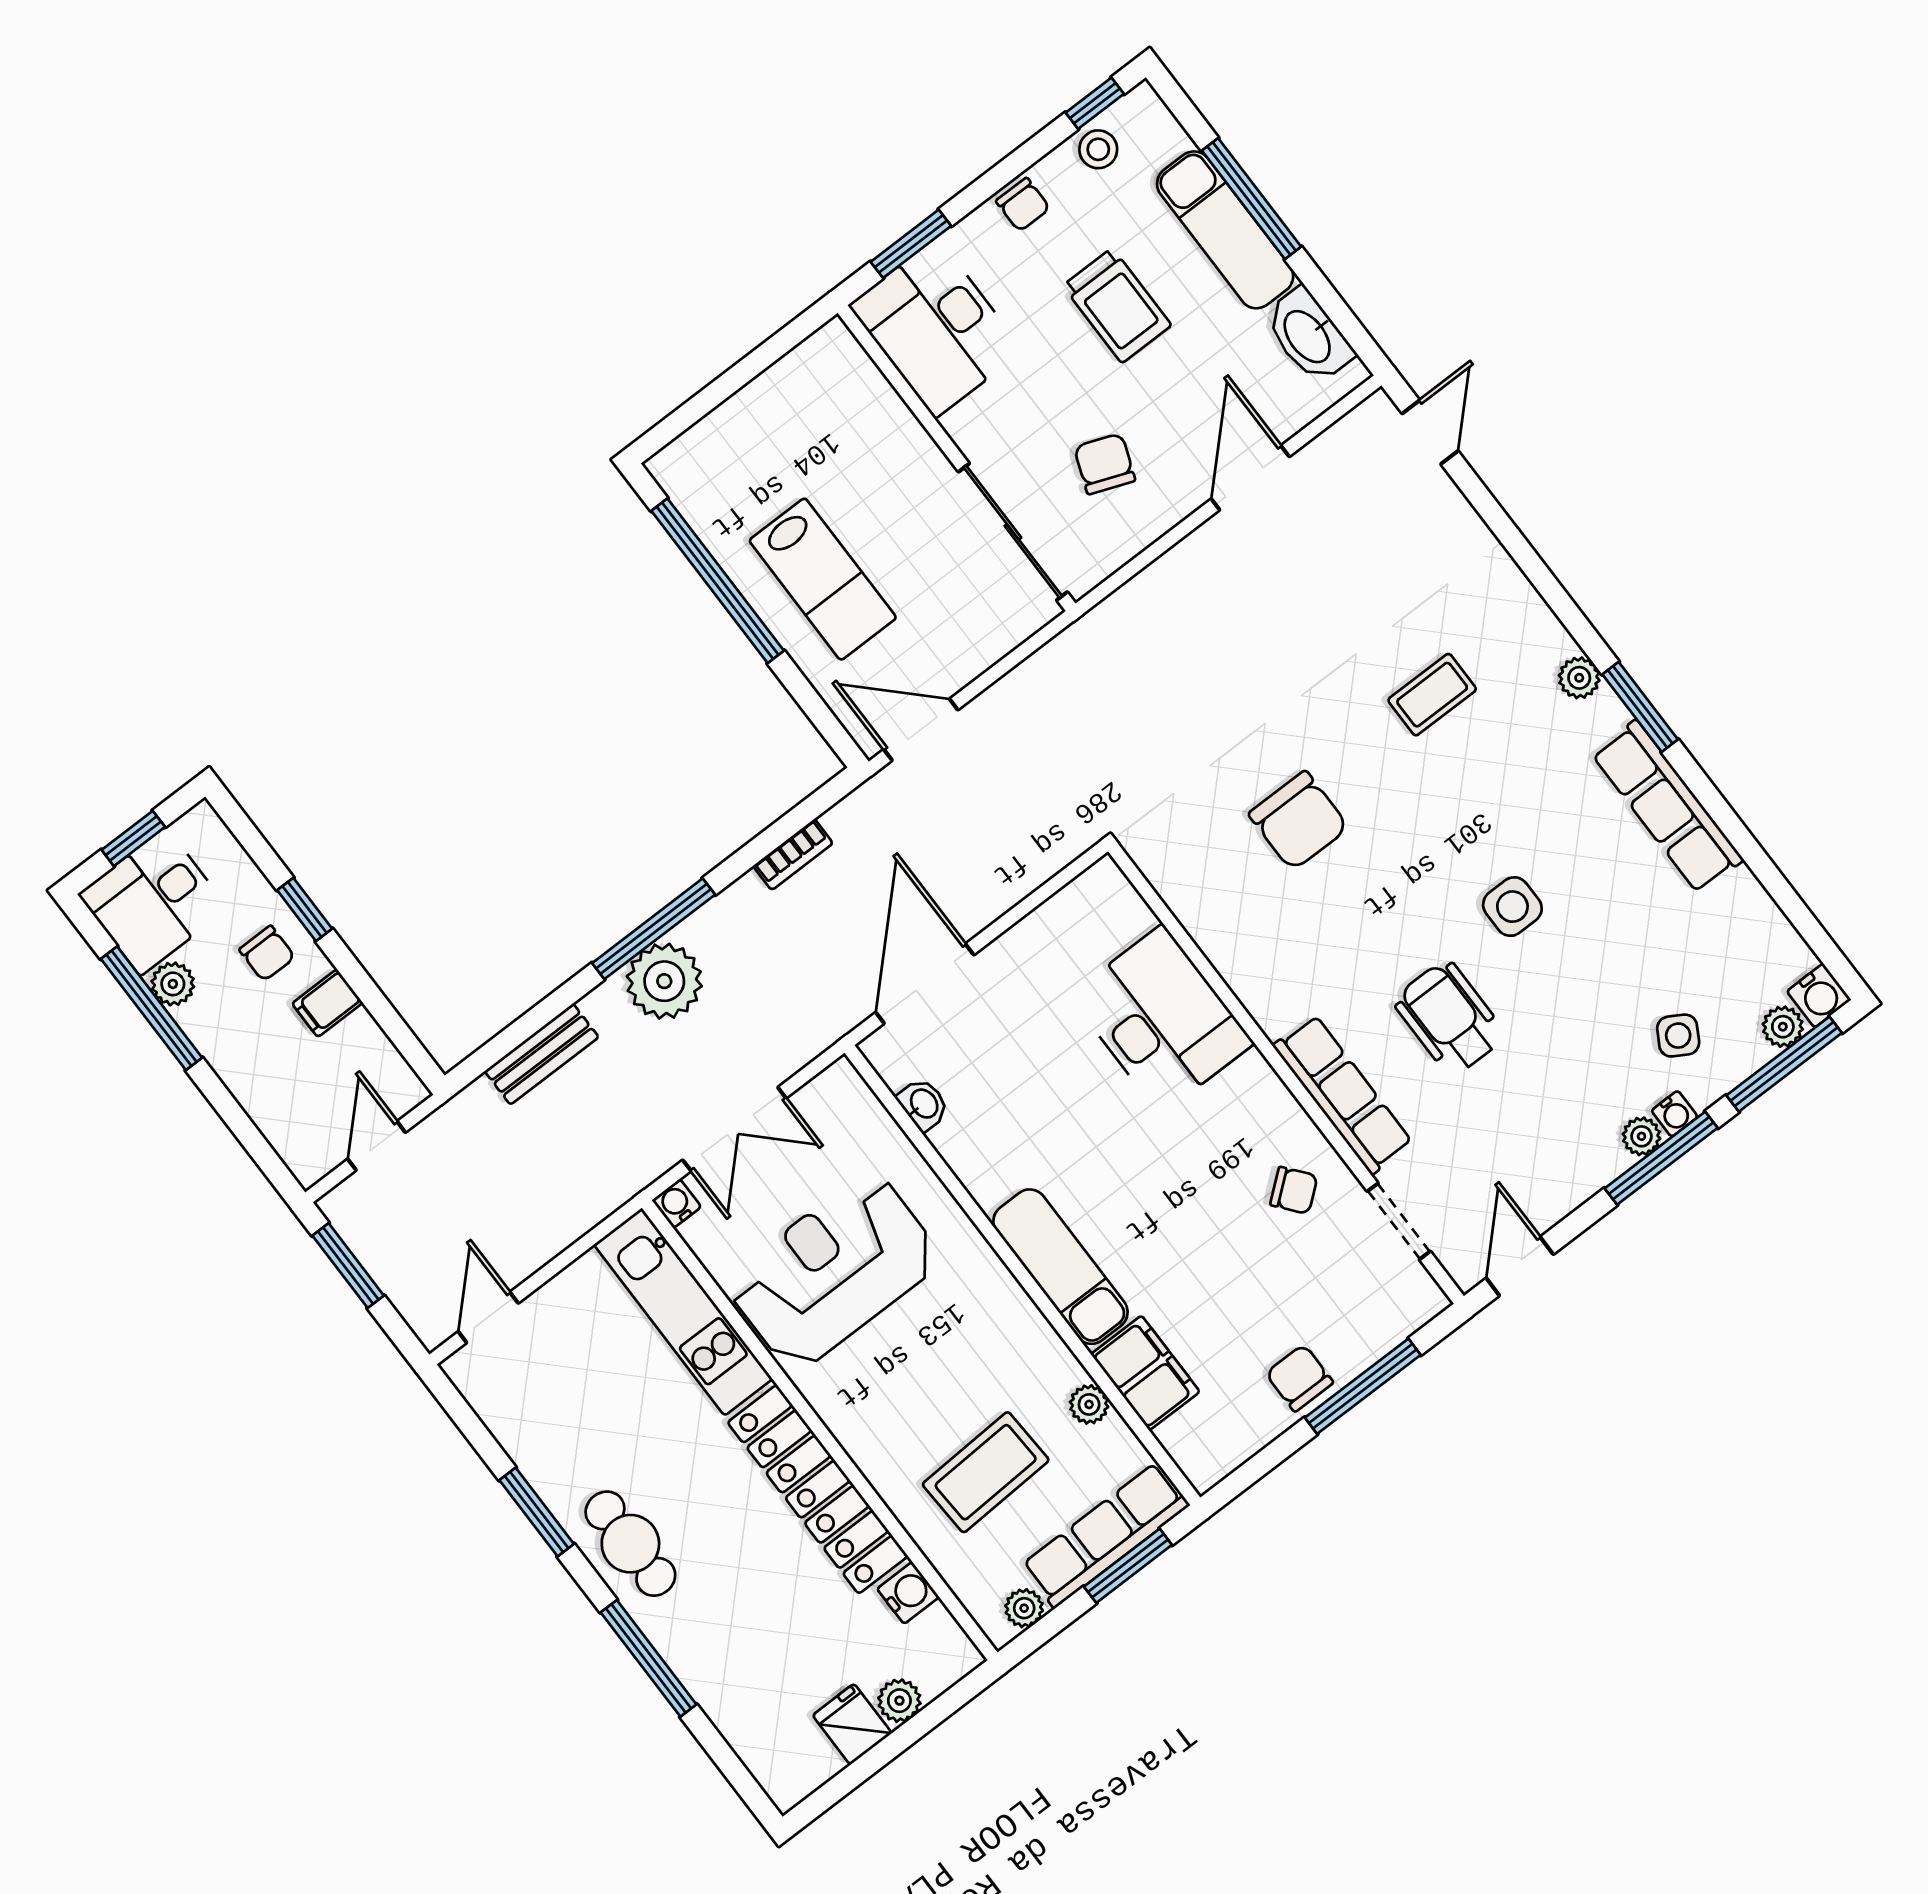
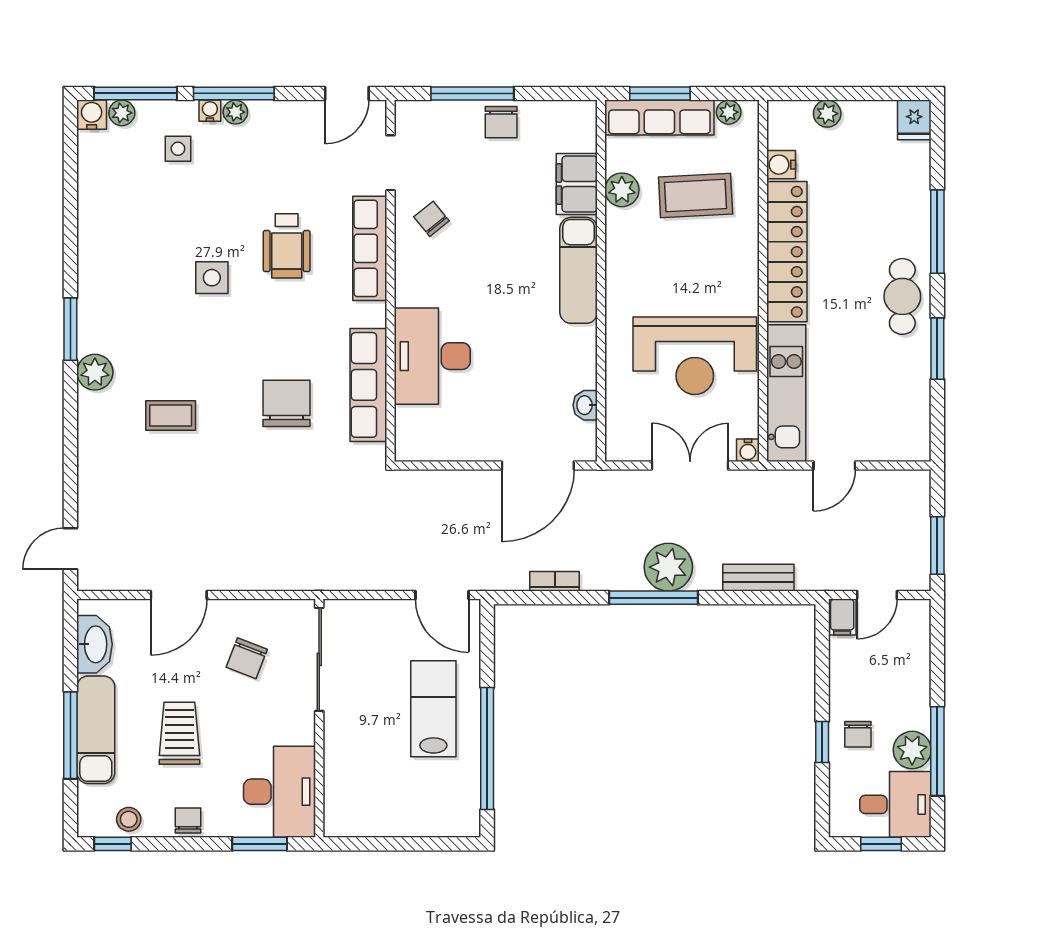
plant: (1579, 678) -> (95, 372), width x1.38, depth x1.38
row of seats: (1667, 807) -> (368, 385), moved, turned 180
chair: (267, 953) -> (858, 734), turned 180
plant: (173, 984) -> (912, 750), width x1.38, depth x1.38
filing cabinet: (327, 1003) -> (842, 617), moved, turned 90
side table: (1678, 1036) -> (178, 149), turned -30
door: (488, 1317) -> (834, 465), moved
plant: (1089, 1404) -> (622, 190), width x1.38, depth x1.38
fridge: (852, 1724) -> (914, 120), moved

